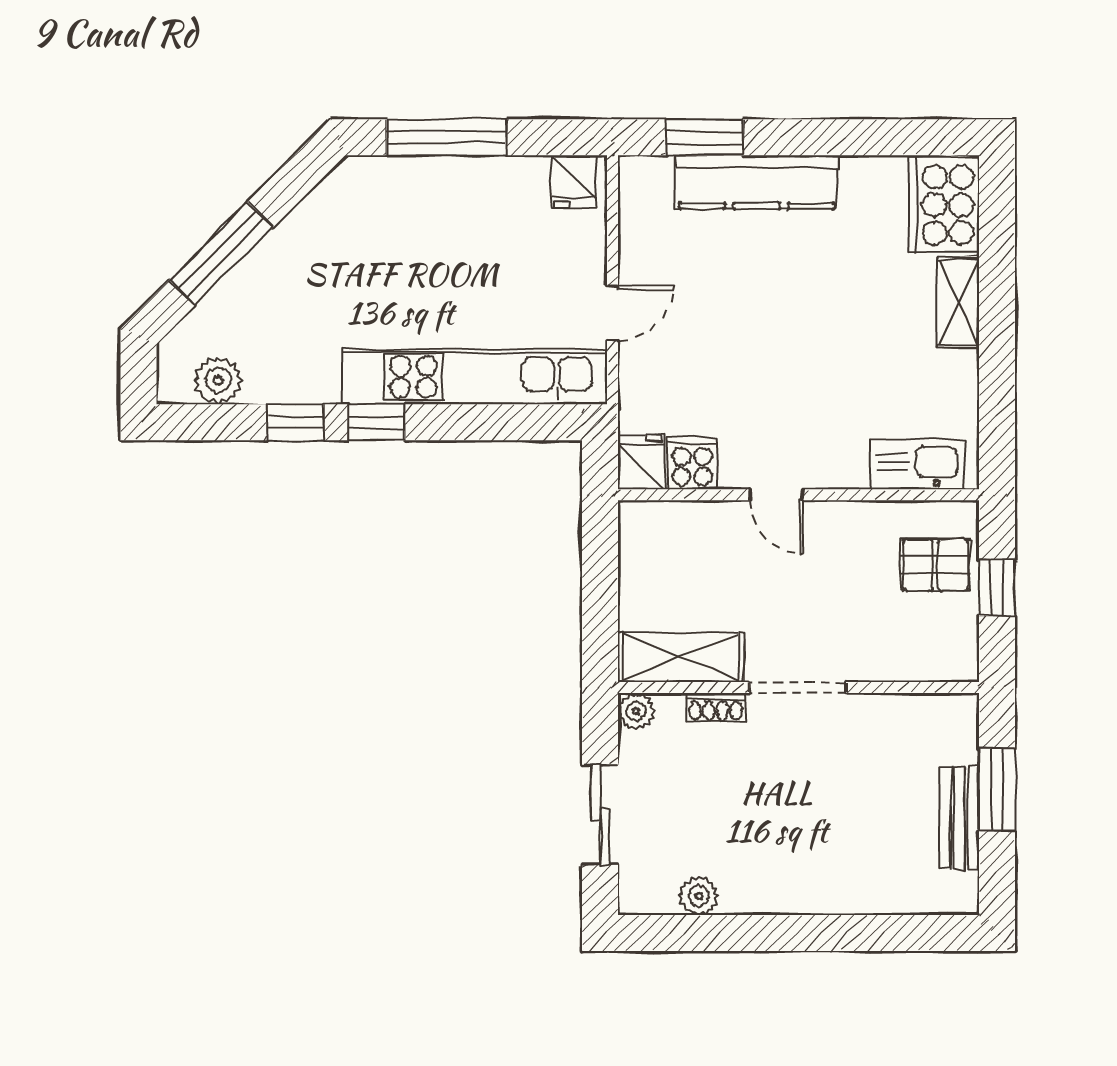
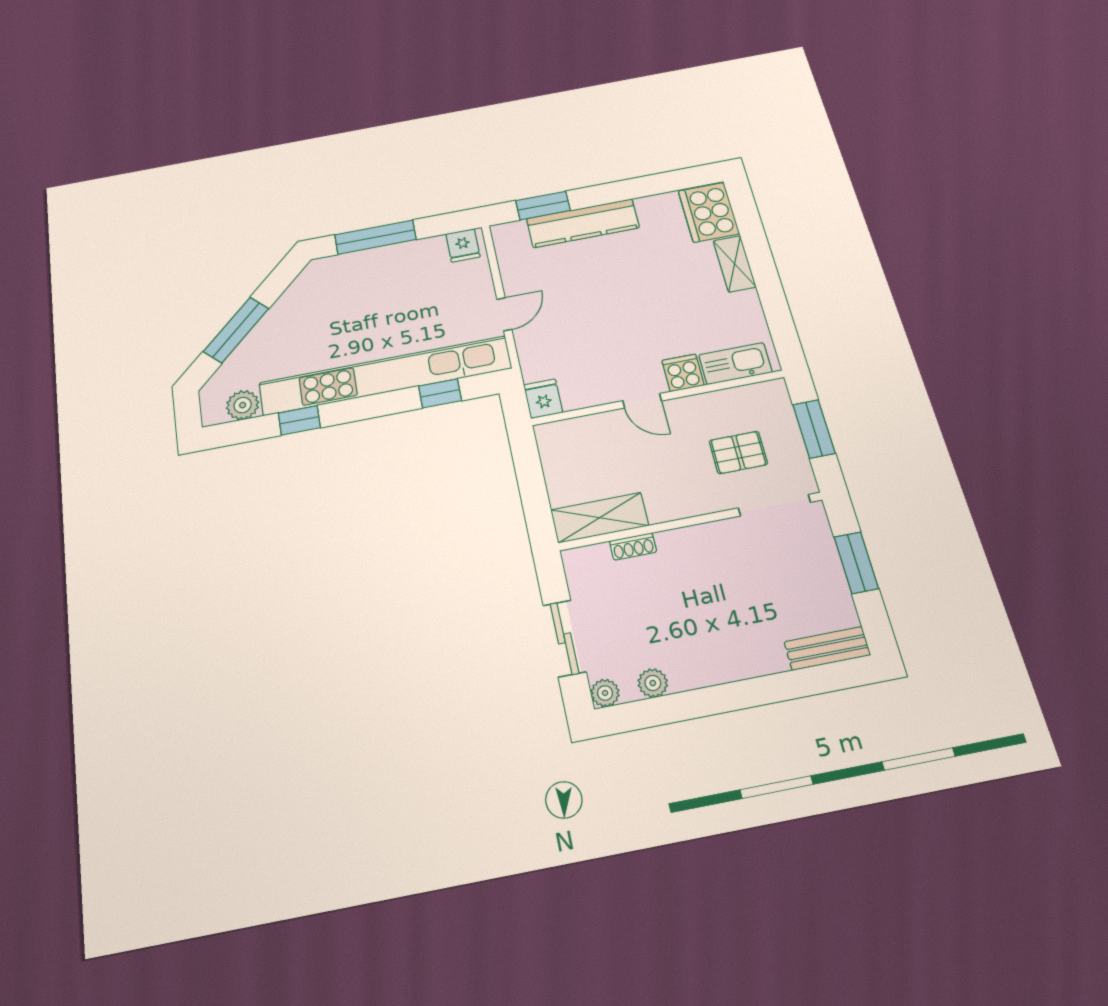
kitchen unit: (474, 377) -> (385, 376), width x1.36
window: (377, 422) -> (440, 393), moved
cooker: (692, 463) -> (683, 373), moved
pallet: (935, 565) -> (738, 452), moved
window: (997, 588) -> (814, 429), width x1.50
doorway: (798, 687) -> (774, 505), moved
plant: (636, 711) -> (605, 693), moved
bench: (959, 818) -> (827, 648), moved, turned 90

